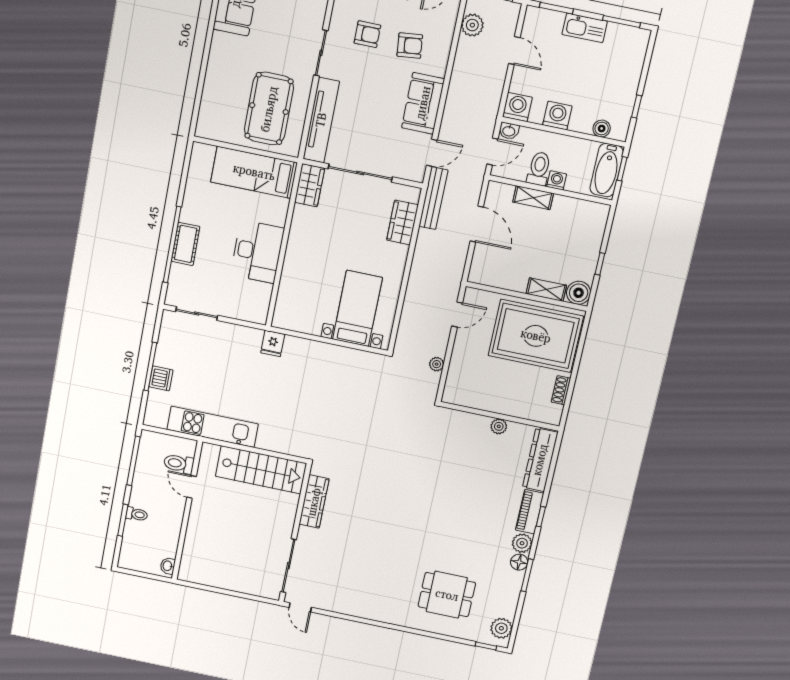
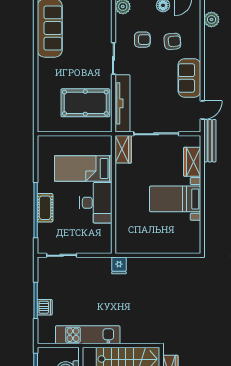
pool table: (269, 109) -> (85, 103), turned 90
bed: (254, 172) -> (83, 169), moved
bed with nightstands: (358, 308) -> (175, 199), moved, turned -90

